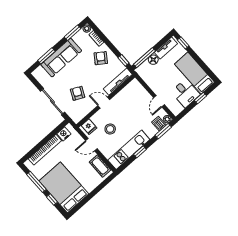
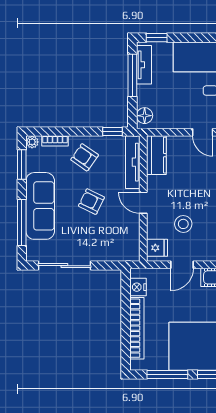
window: (46, 56) -> (22, 222), width x1.44
window: (145, 58) -> (132, 75), moved
floor lamp: (153, 60) -> (145, 116), moved
kitchen counter: (130, 89) -> (156, 155), added
armchair: (78, 93) -> (91, 202), moved
sliding door: (52, 102) -> (64, 266), moved
door: (104, 103) -> (143, 203), hinge flipped

